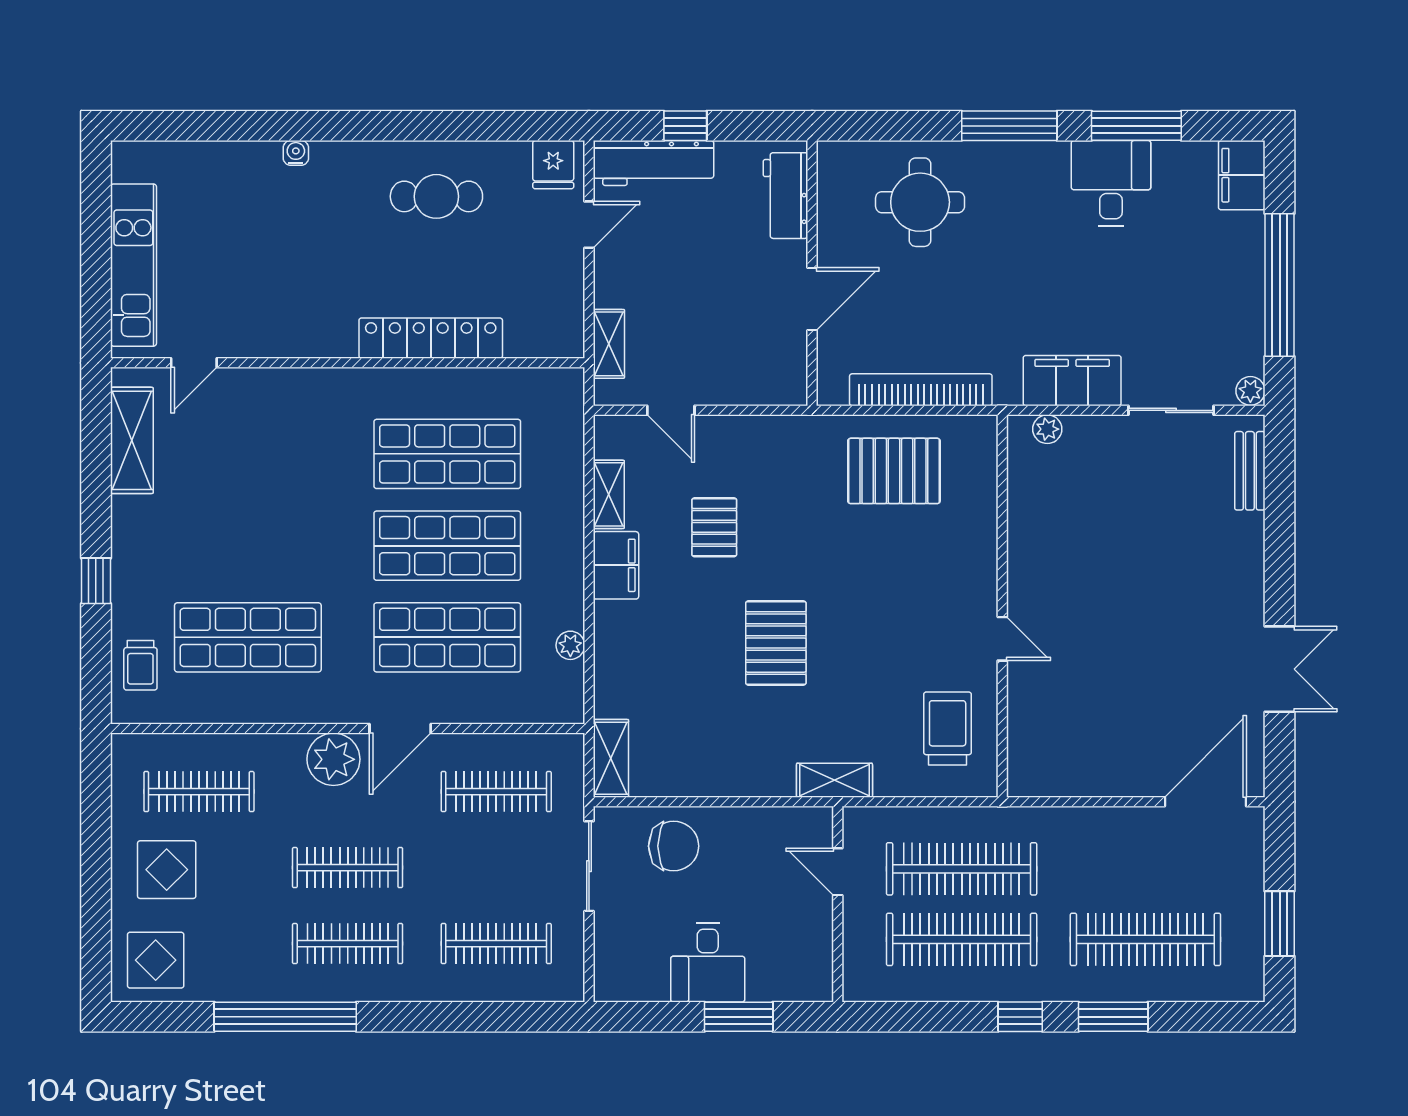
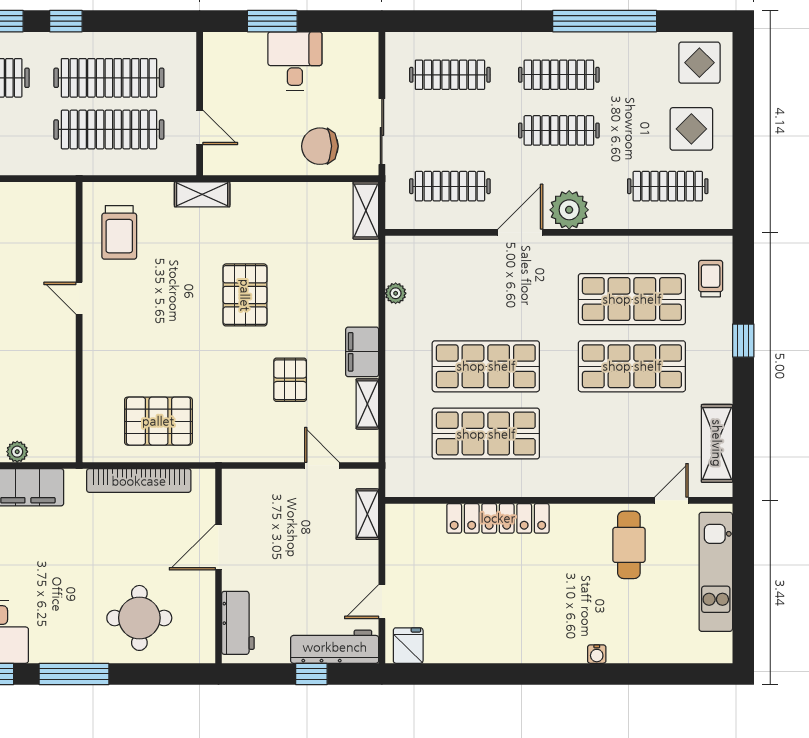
cafe table: (436, 196) -> (629, 545), moved, turned 90
plant: (1047, 429) -> (17, 452), moved
shop shelf: (447, 637) -> (632, 366), moved

